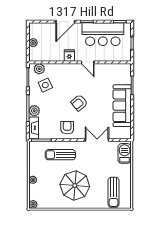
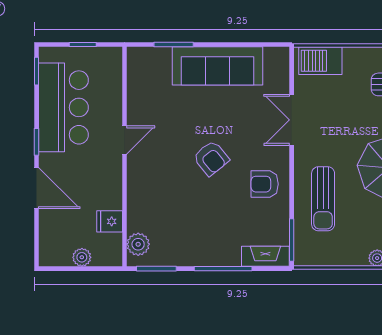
fridge: (69, 56) -> (110, 221), moved
side table: (45, 85) -> (173, 231), removed
plant: (34, 111) -> (228, 255), removed

